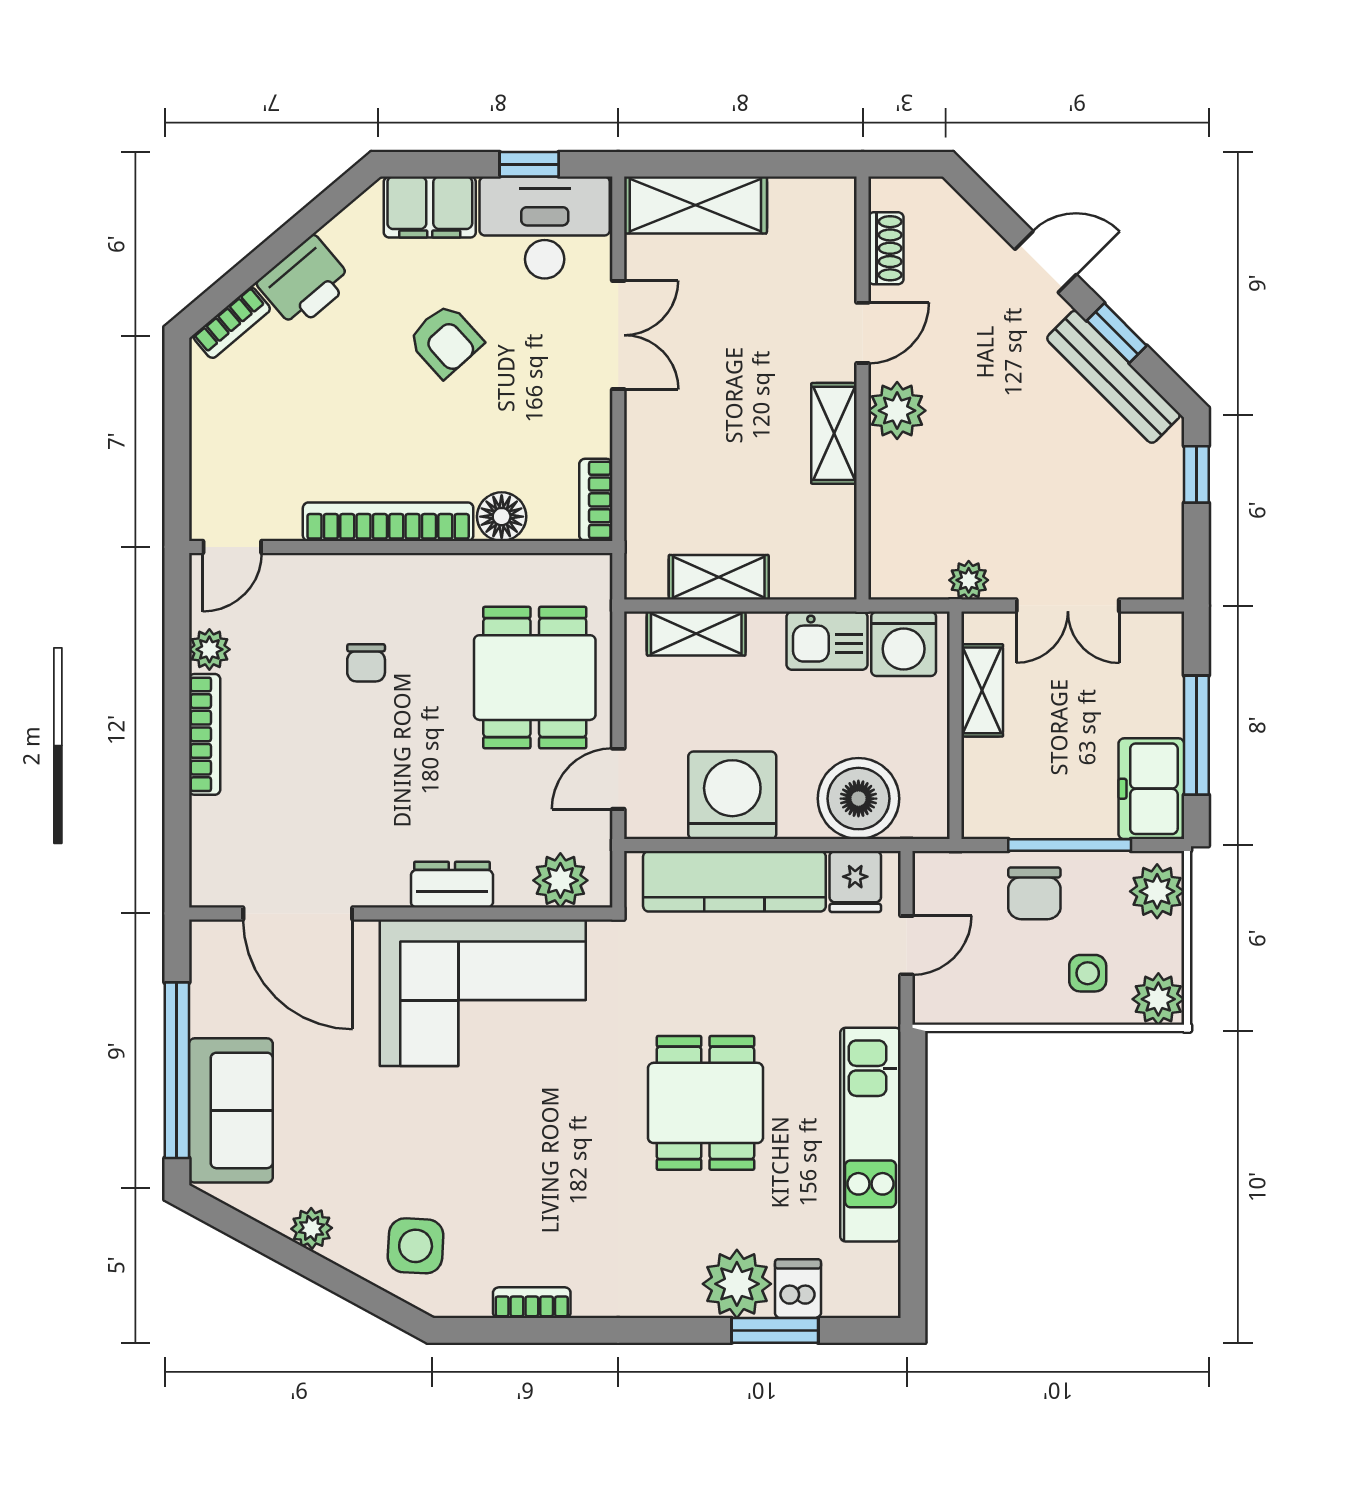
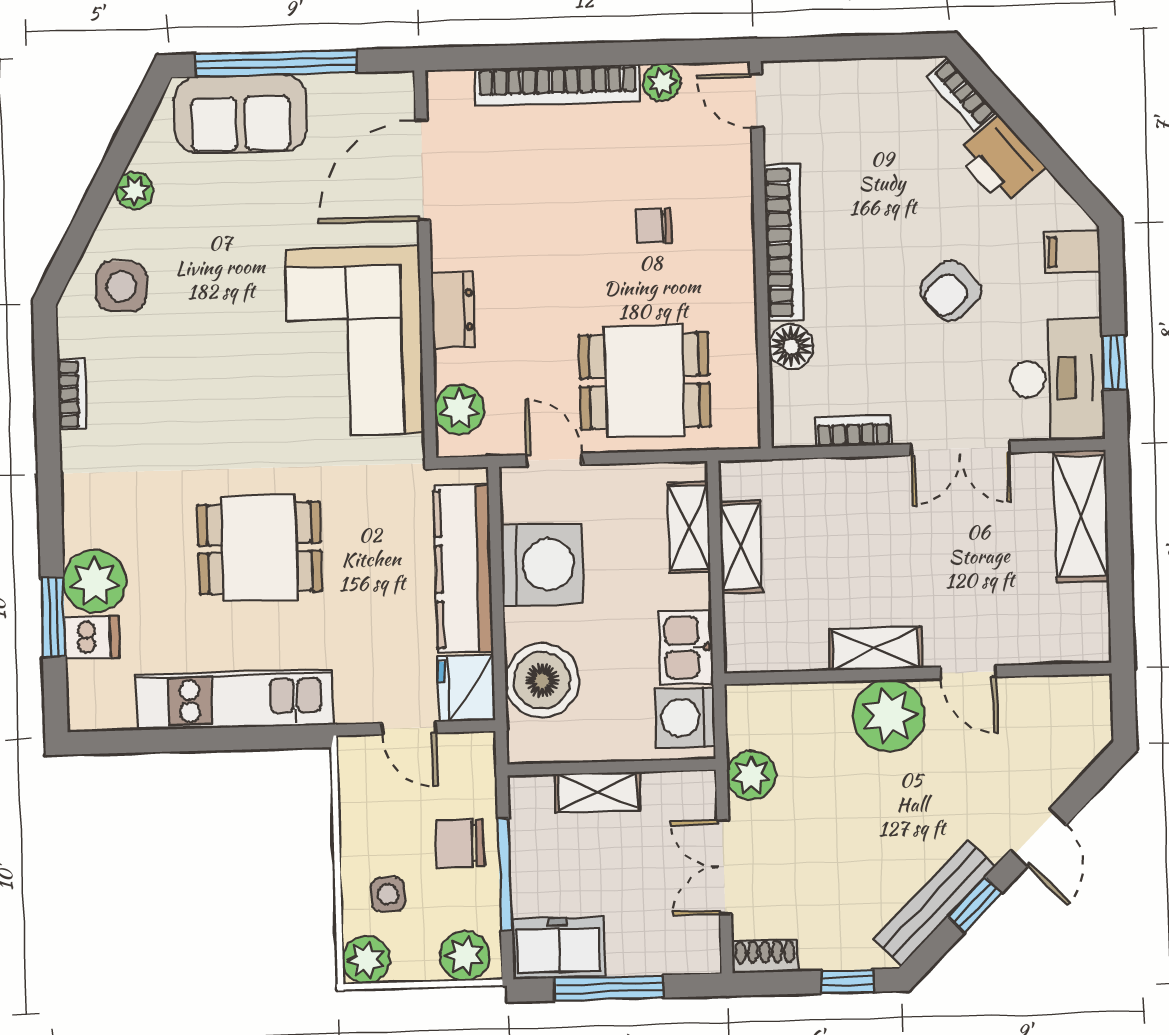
filing cabinet: (430, 207) -> (1072, 252), width x0.50
shoe rack: (886, 248) -> (765, 956), moved, turned 180
plant: (897, 411) -> (889, 715), width x1.36, depth x1.36
bookcase: (596, 500) -> (853, 431), moved
plant: (969, 580) -> (751, 775), width x1.38, depth x1.38
shelving: (982, 690) -> (598, 792), moved
bookcase: (205, 734) -> (558, 85), width x1.48, depth x1.31
fridge: (855, 882) -> (466, 688), width x1.38

